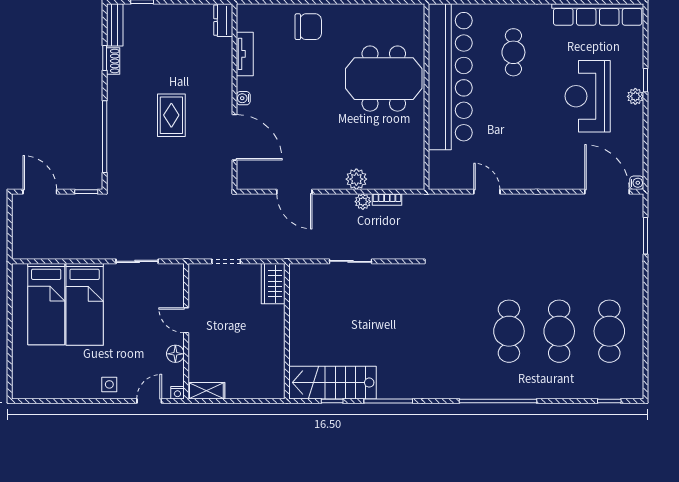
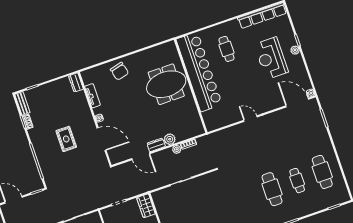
chair: (308, 27) -> (120, 71), turned 76
dresser: (329, 181) -> (156, 145), added
door: (487, 192) -> (250, 119), moved
cafe table: (559, 331) -> (297, 181), width x0.73, depth x0.74

